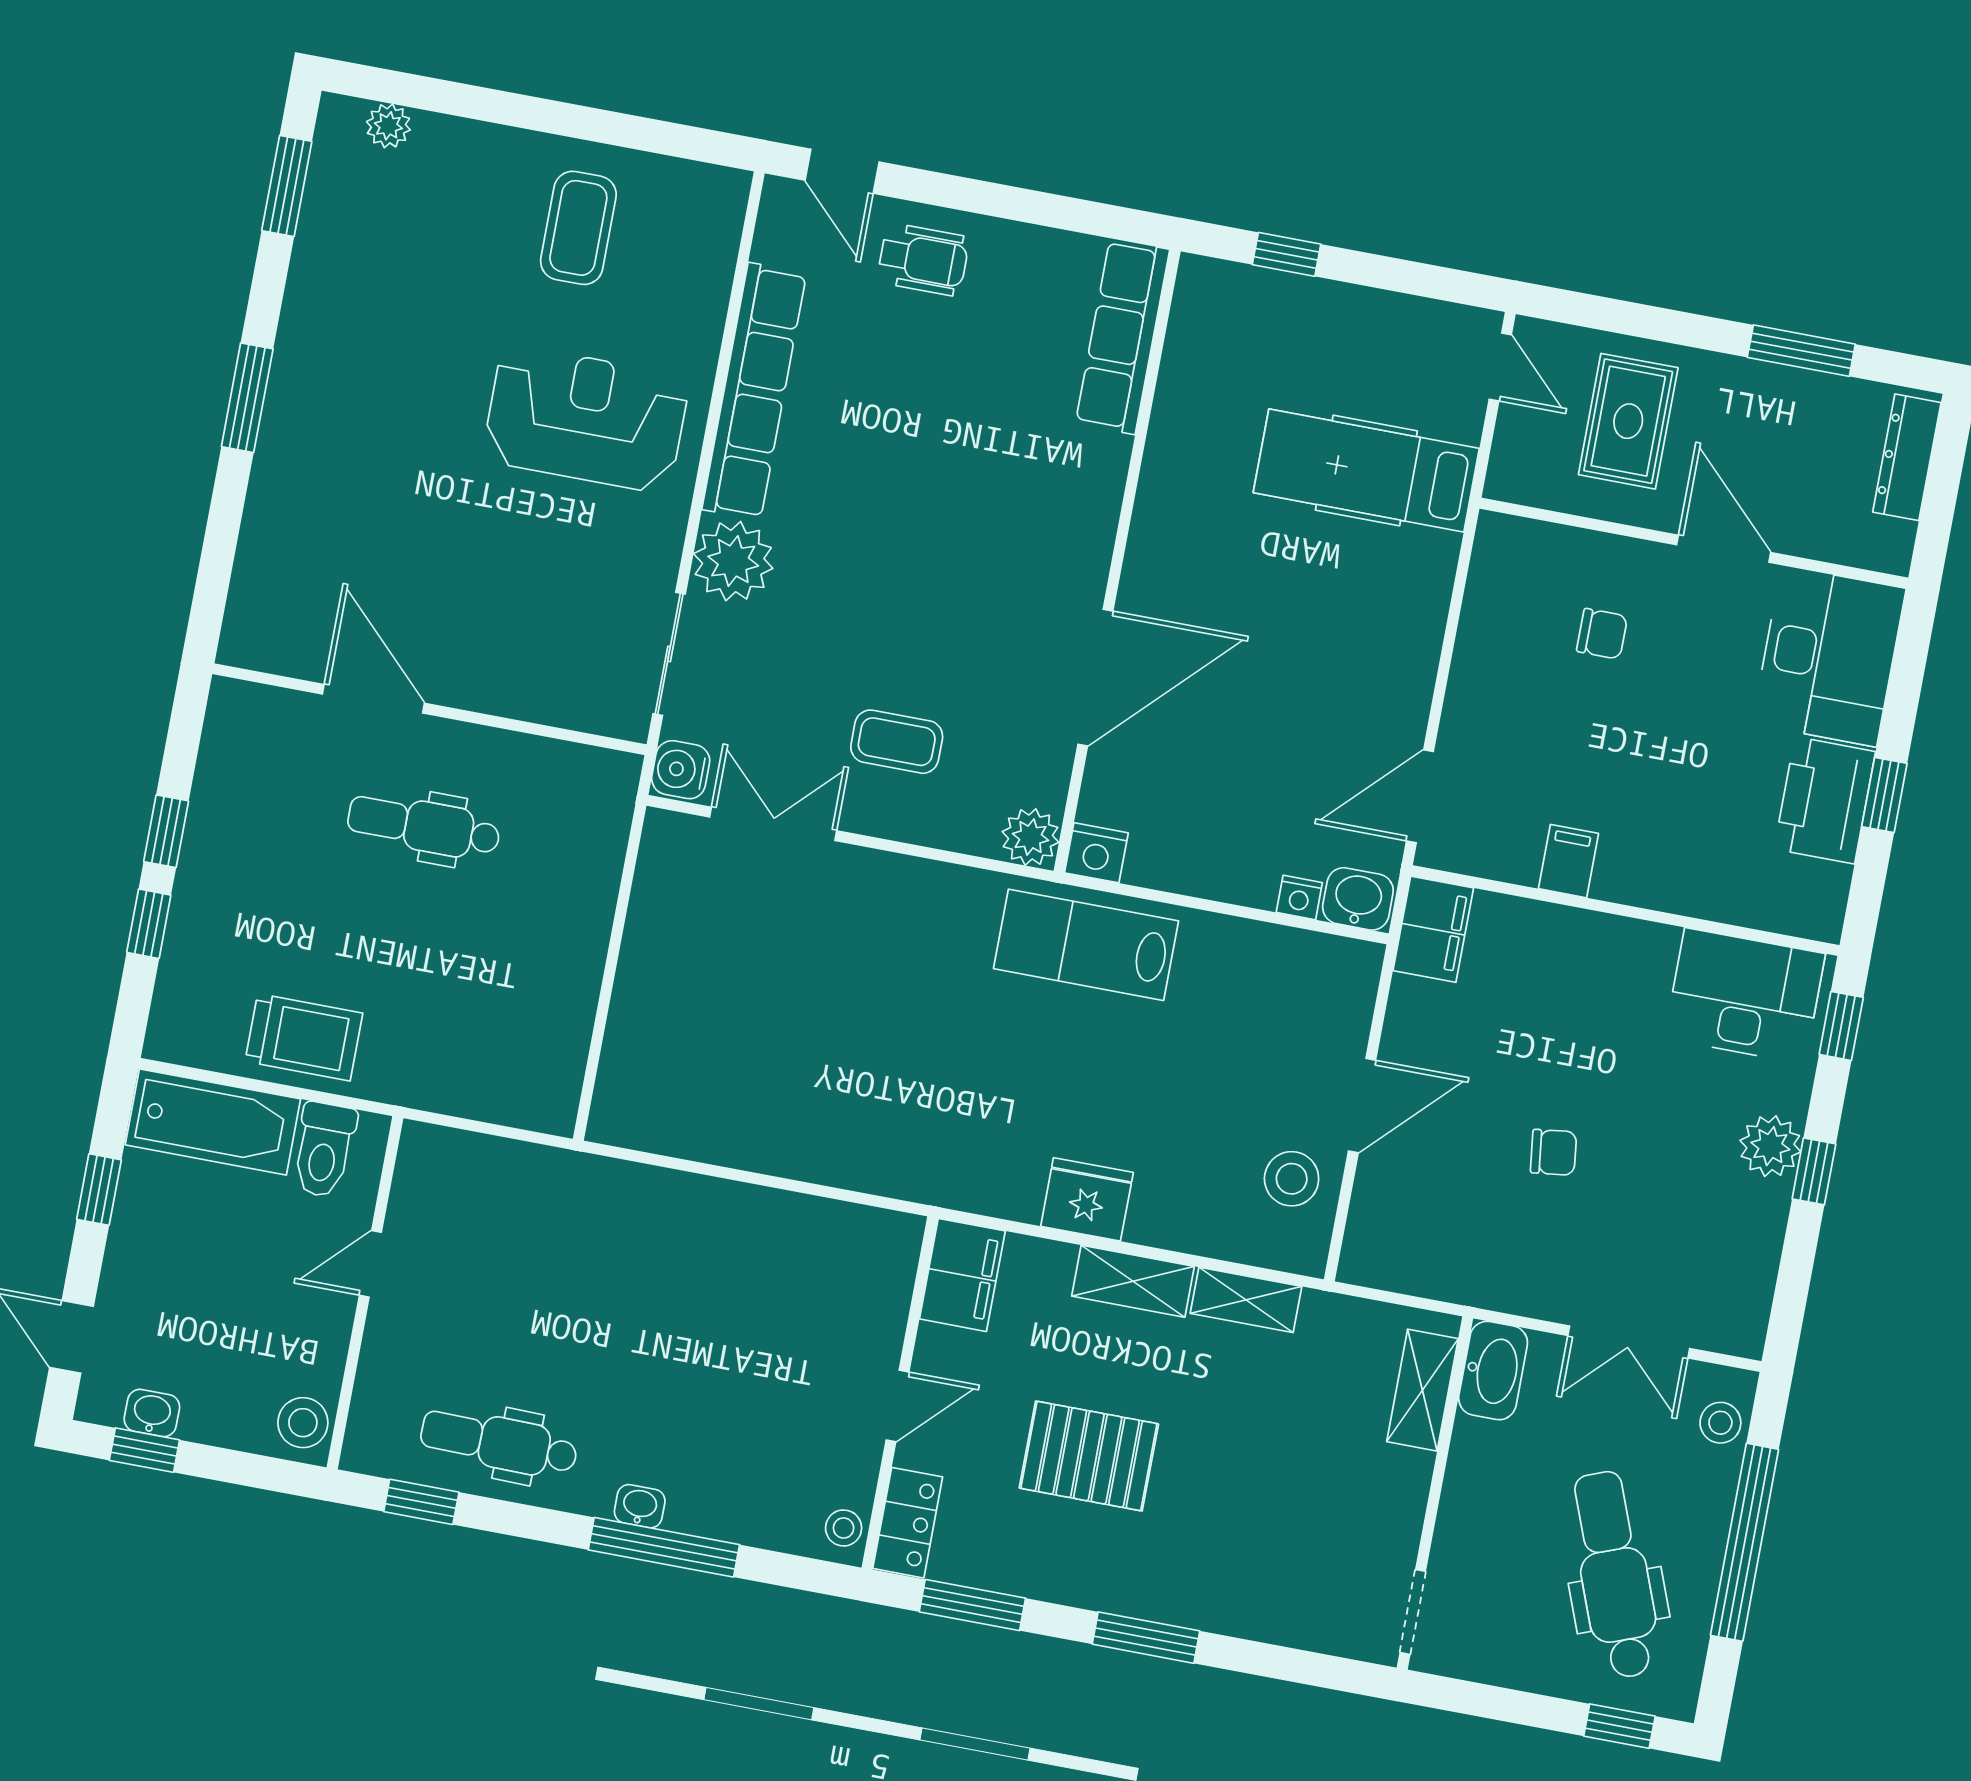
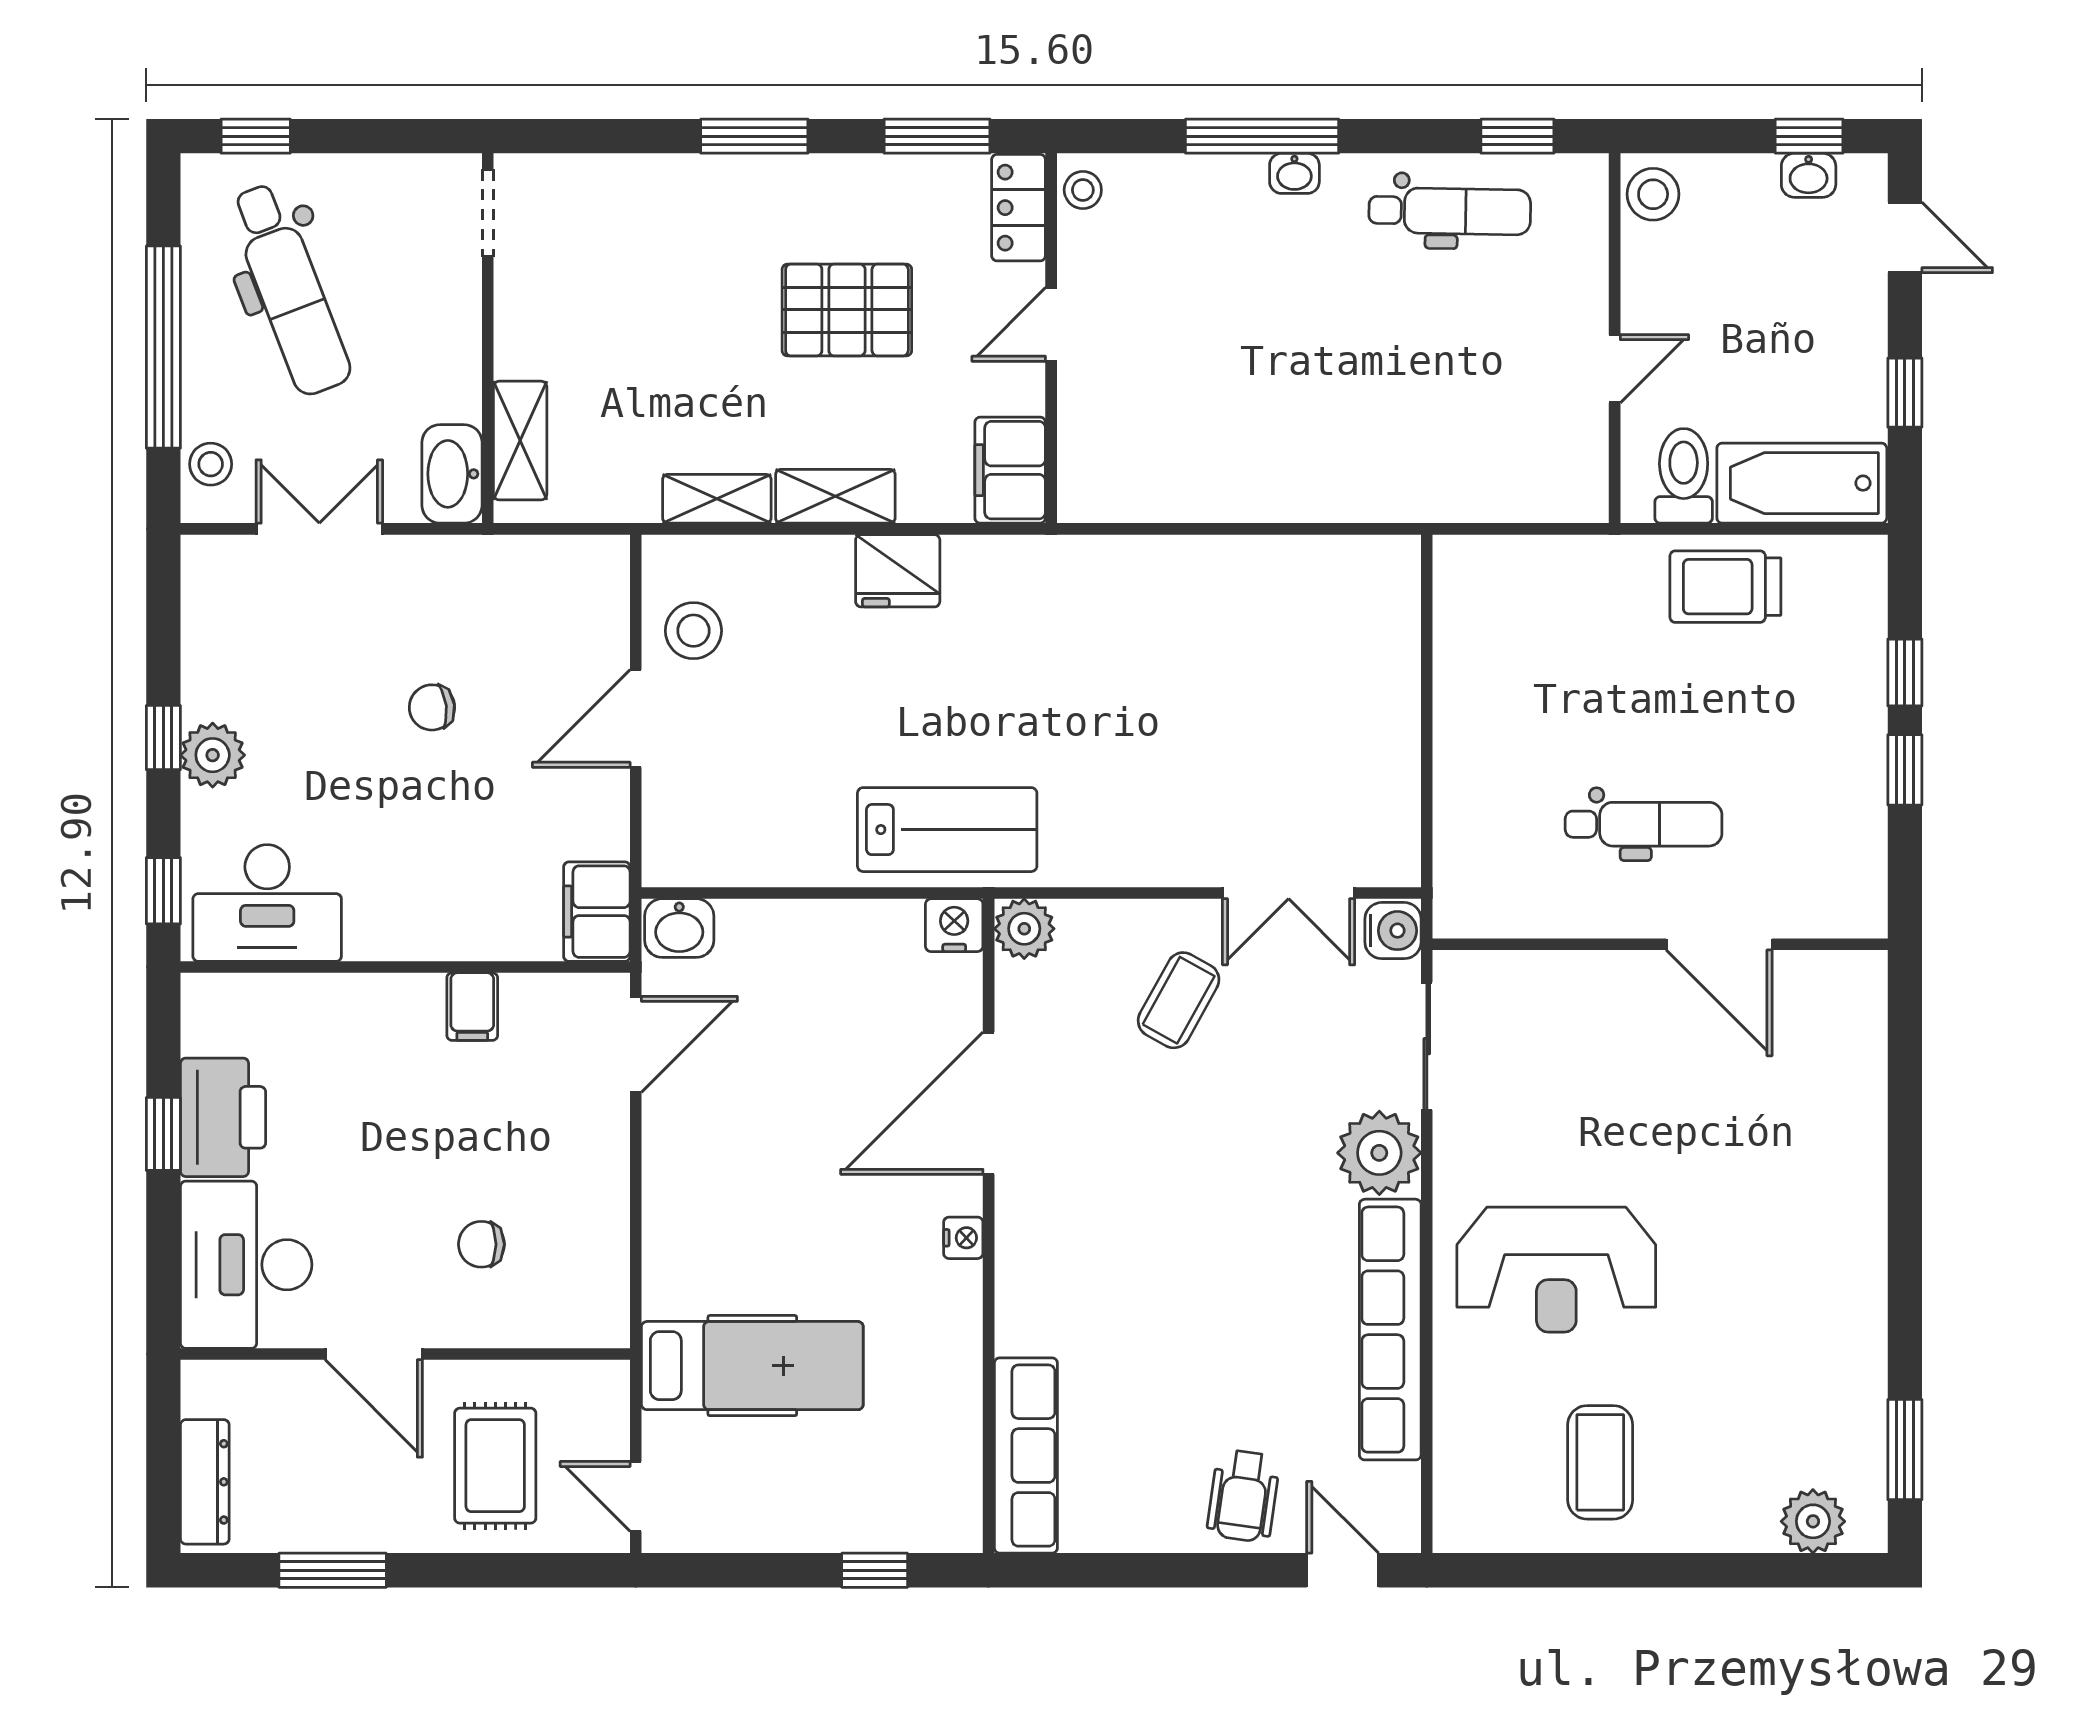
plant: (388, 126) -> (1813, 1521), width x1.38, depth x1.38
wheelchair: (923, 260) -> (1243, 1496), turned -82
window: (247, 398) -> (1905, 1227), removed
coffee table: (897, 742) -> (1179, 1000), turned -61
nightstand: (1299, 897) -> (963, 1238), moved, turned 90

